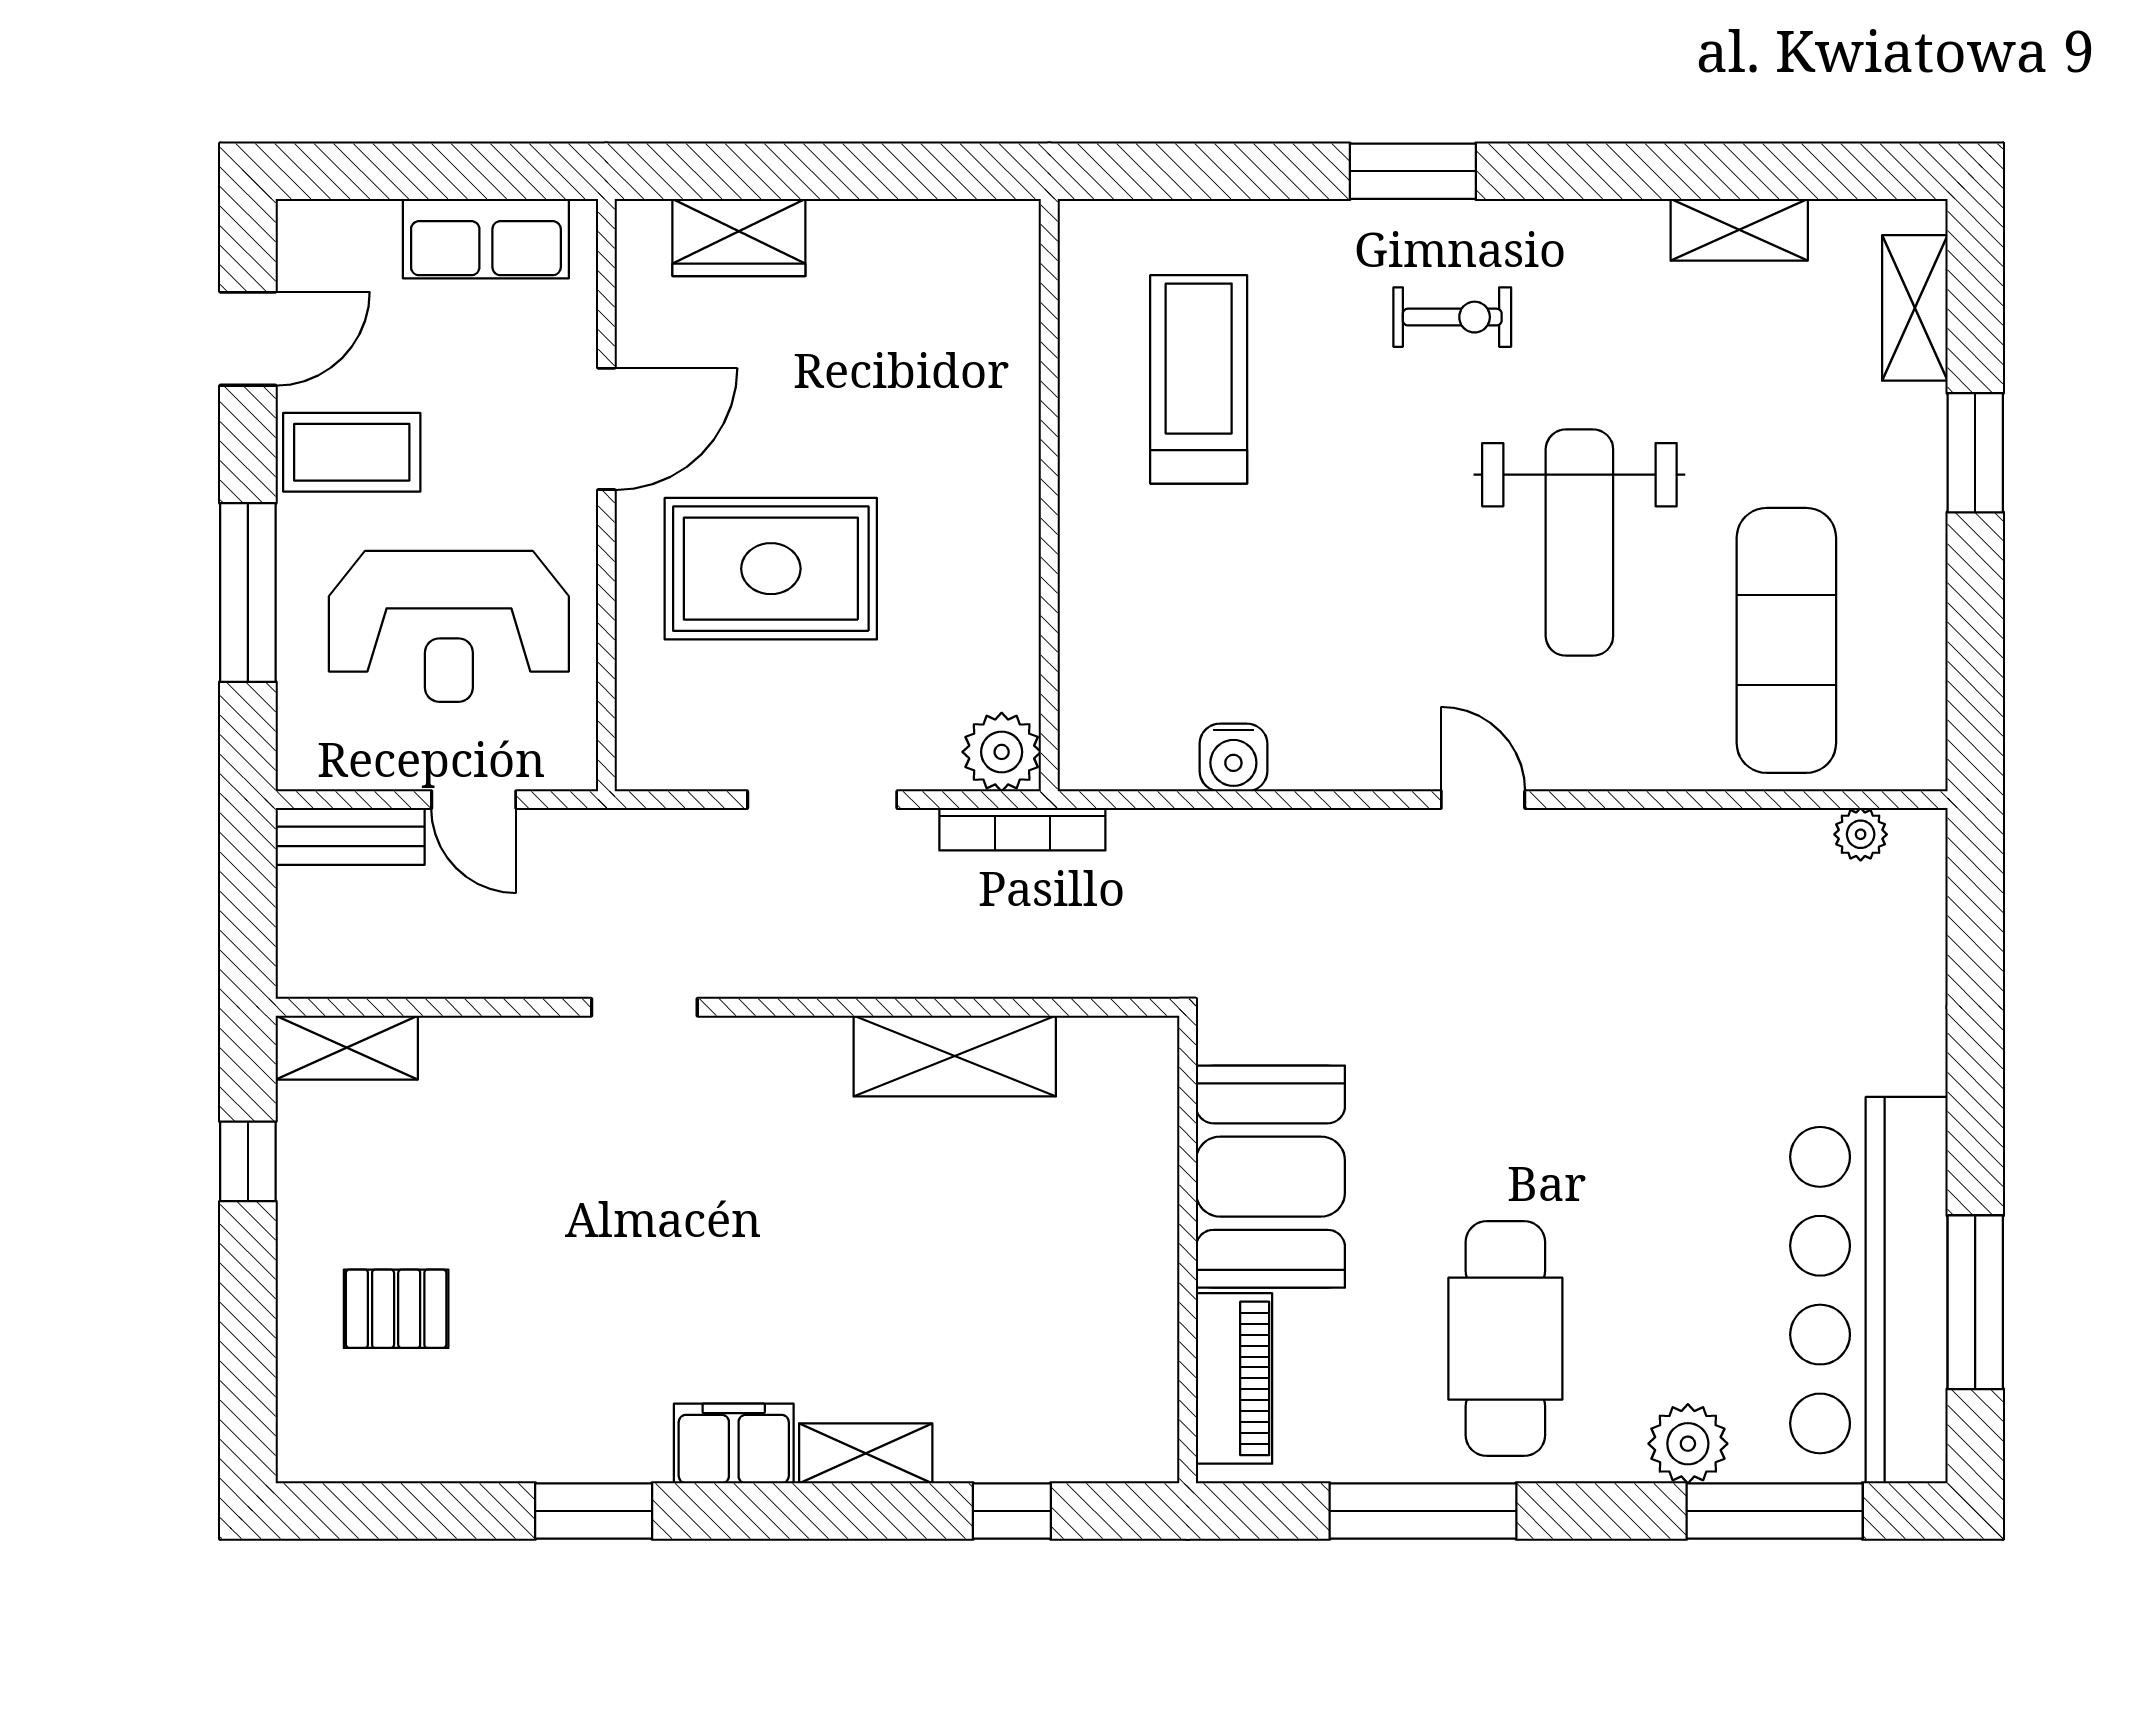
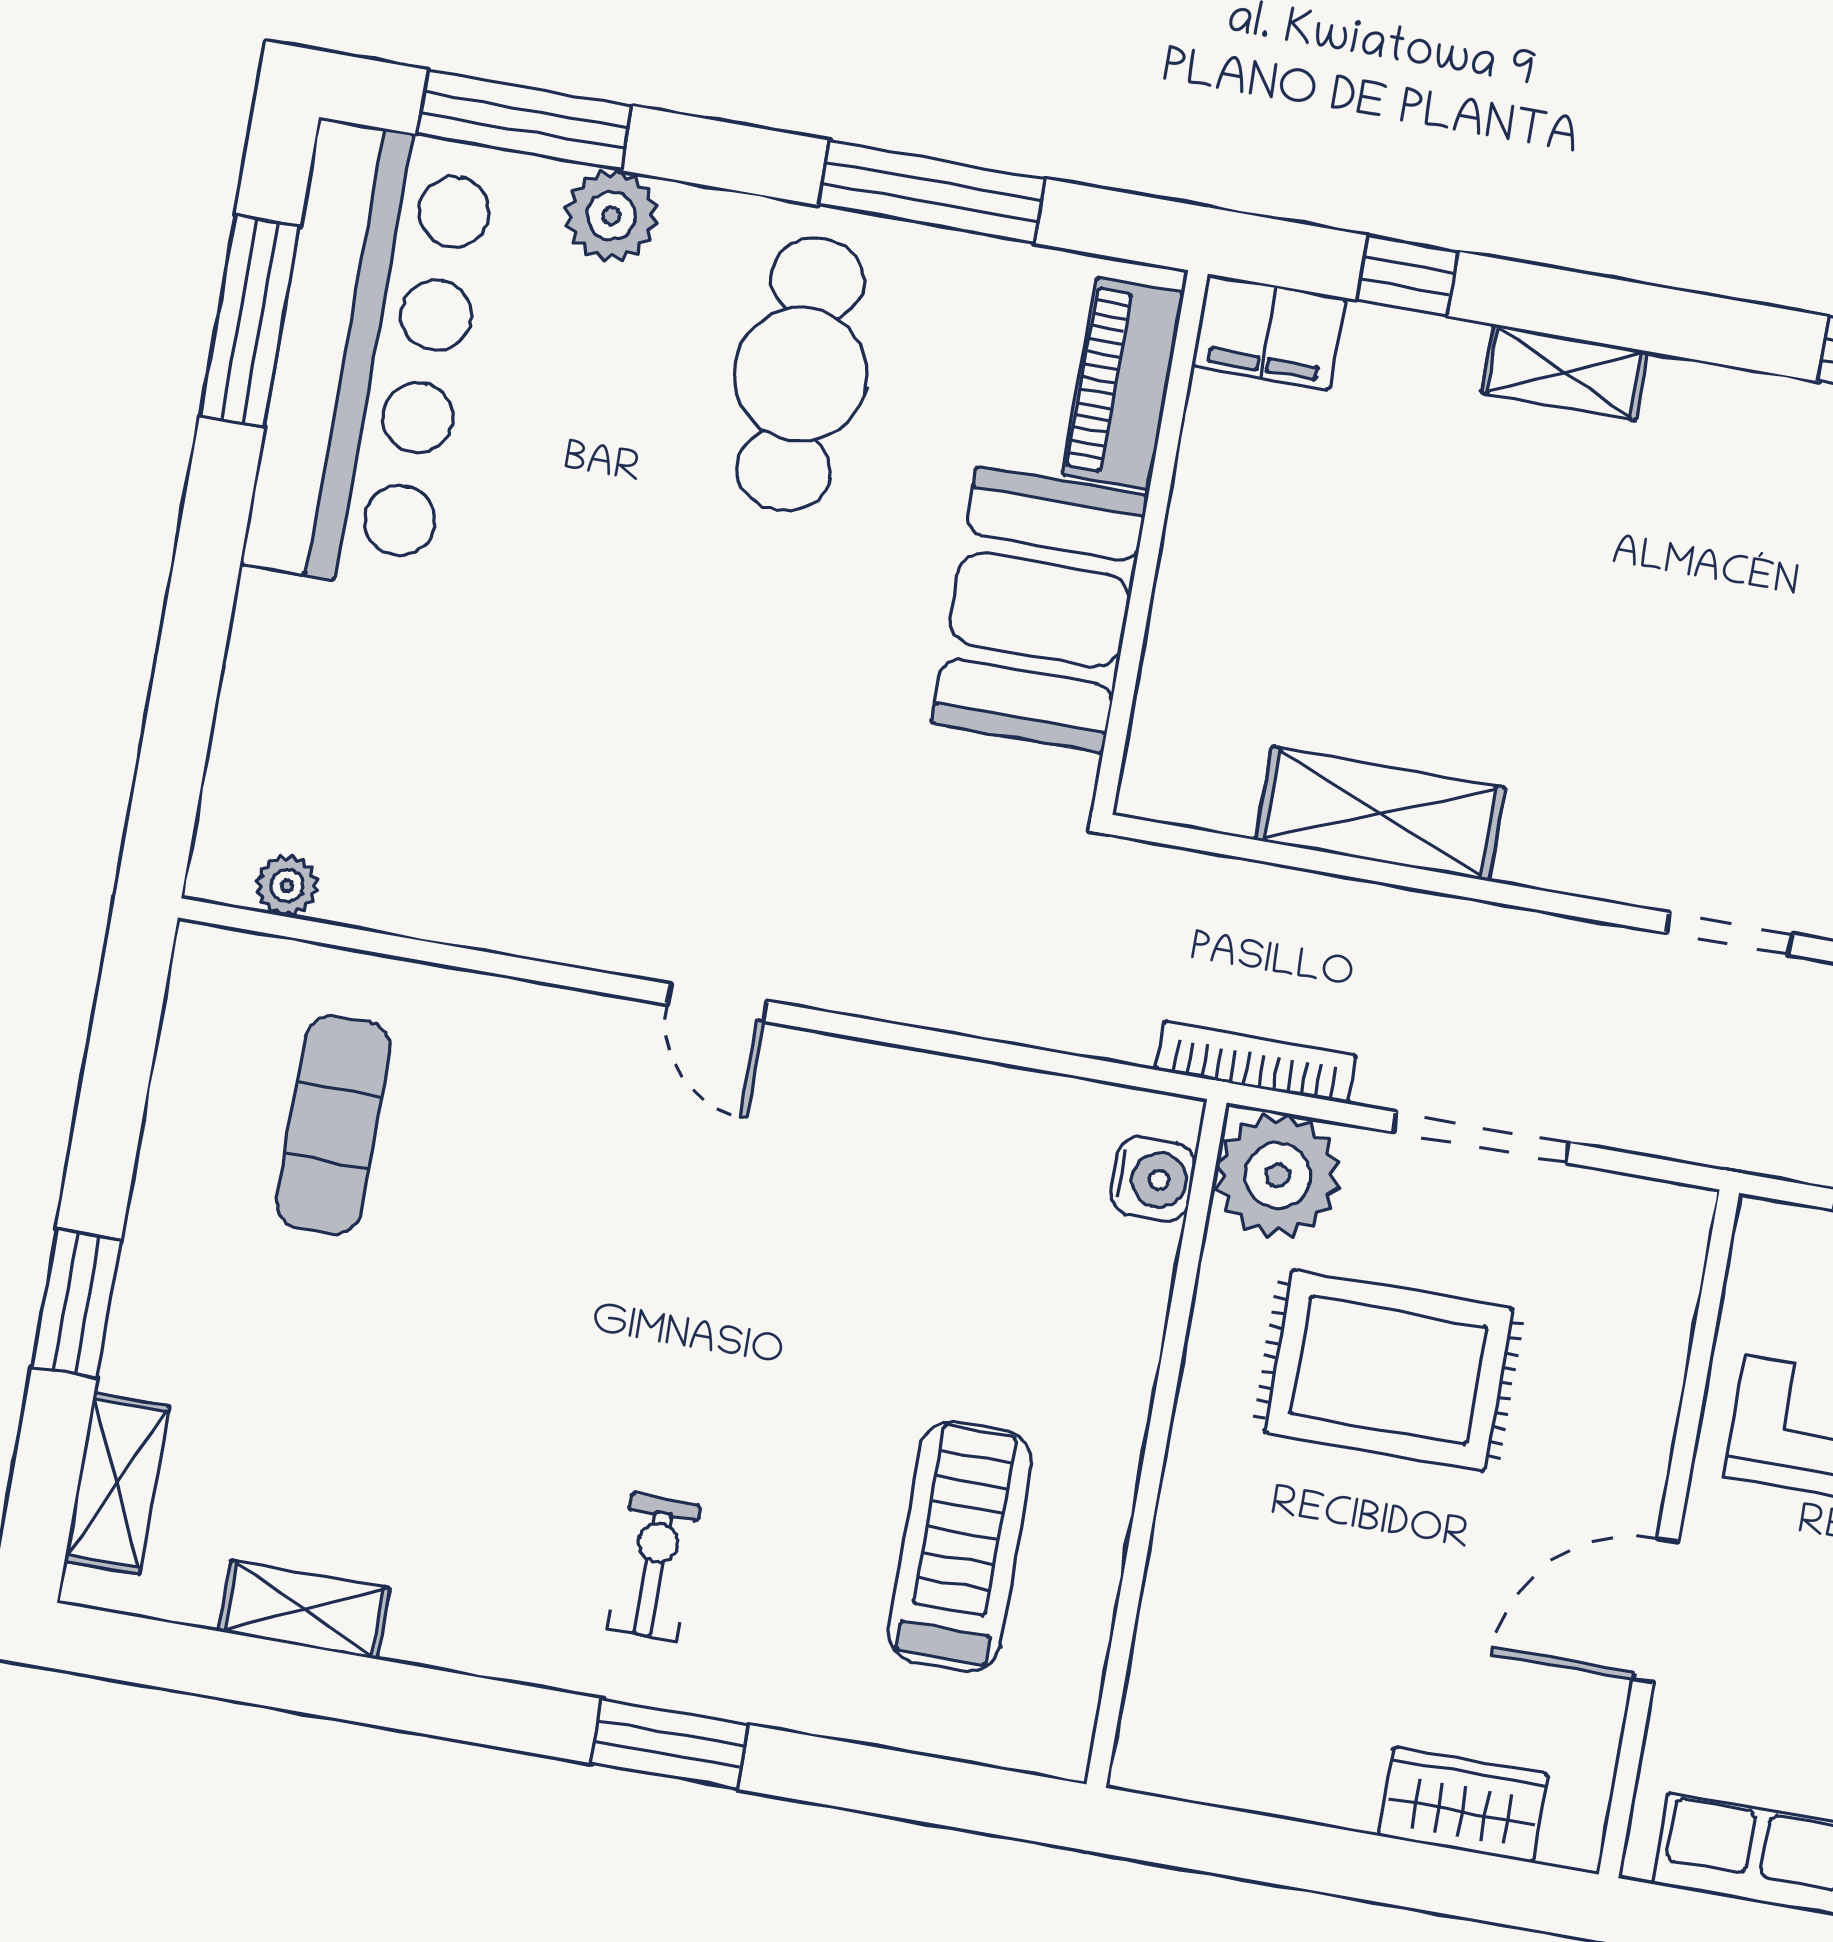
exercise bike: (1452, 317) -> (654, 1567), turned 90
treadmill: (1199, 379) -> (960, 1547), turned 180
weight bench: (1579, 543) -> (553, 1280), removed
rug: (771, 569) -> (1389, 1370), moved
exercise mat: (1786, 640) -> (333, 1125), width x0.73, depth x0.69
plant: (1002, 752) -> (1278, 1175), width x1.36, depth x1.36
water cooler: (1233, 757) -> (1153, 1179), moved, turned 90
filing cabinet: (734, 1443) -> (1269, 332), moved

